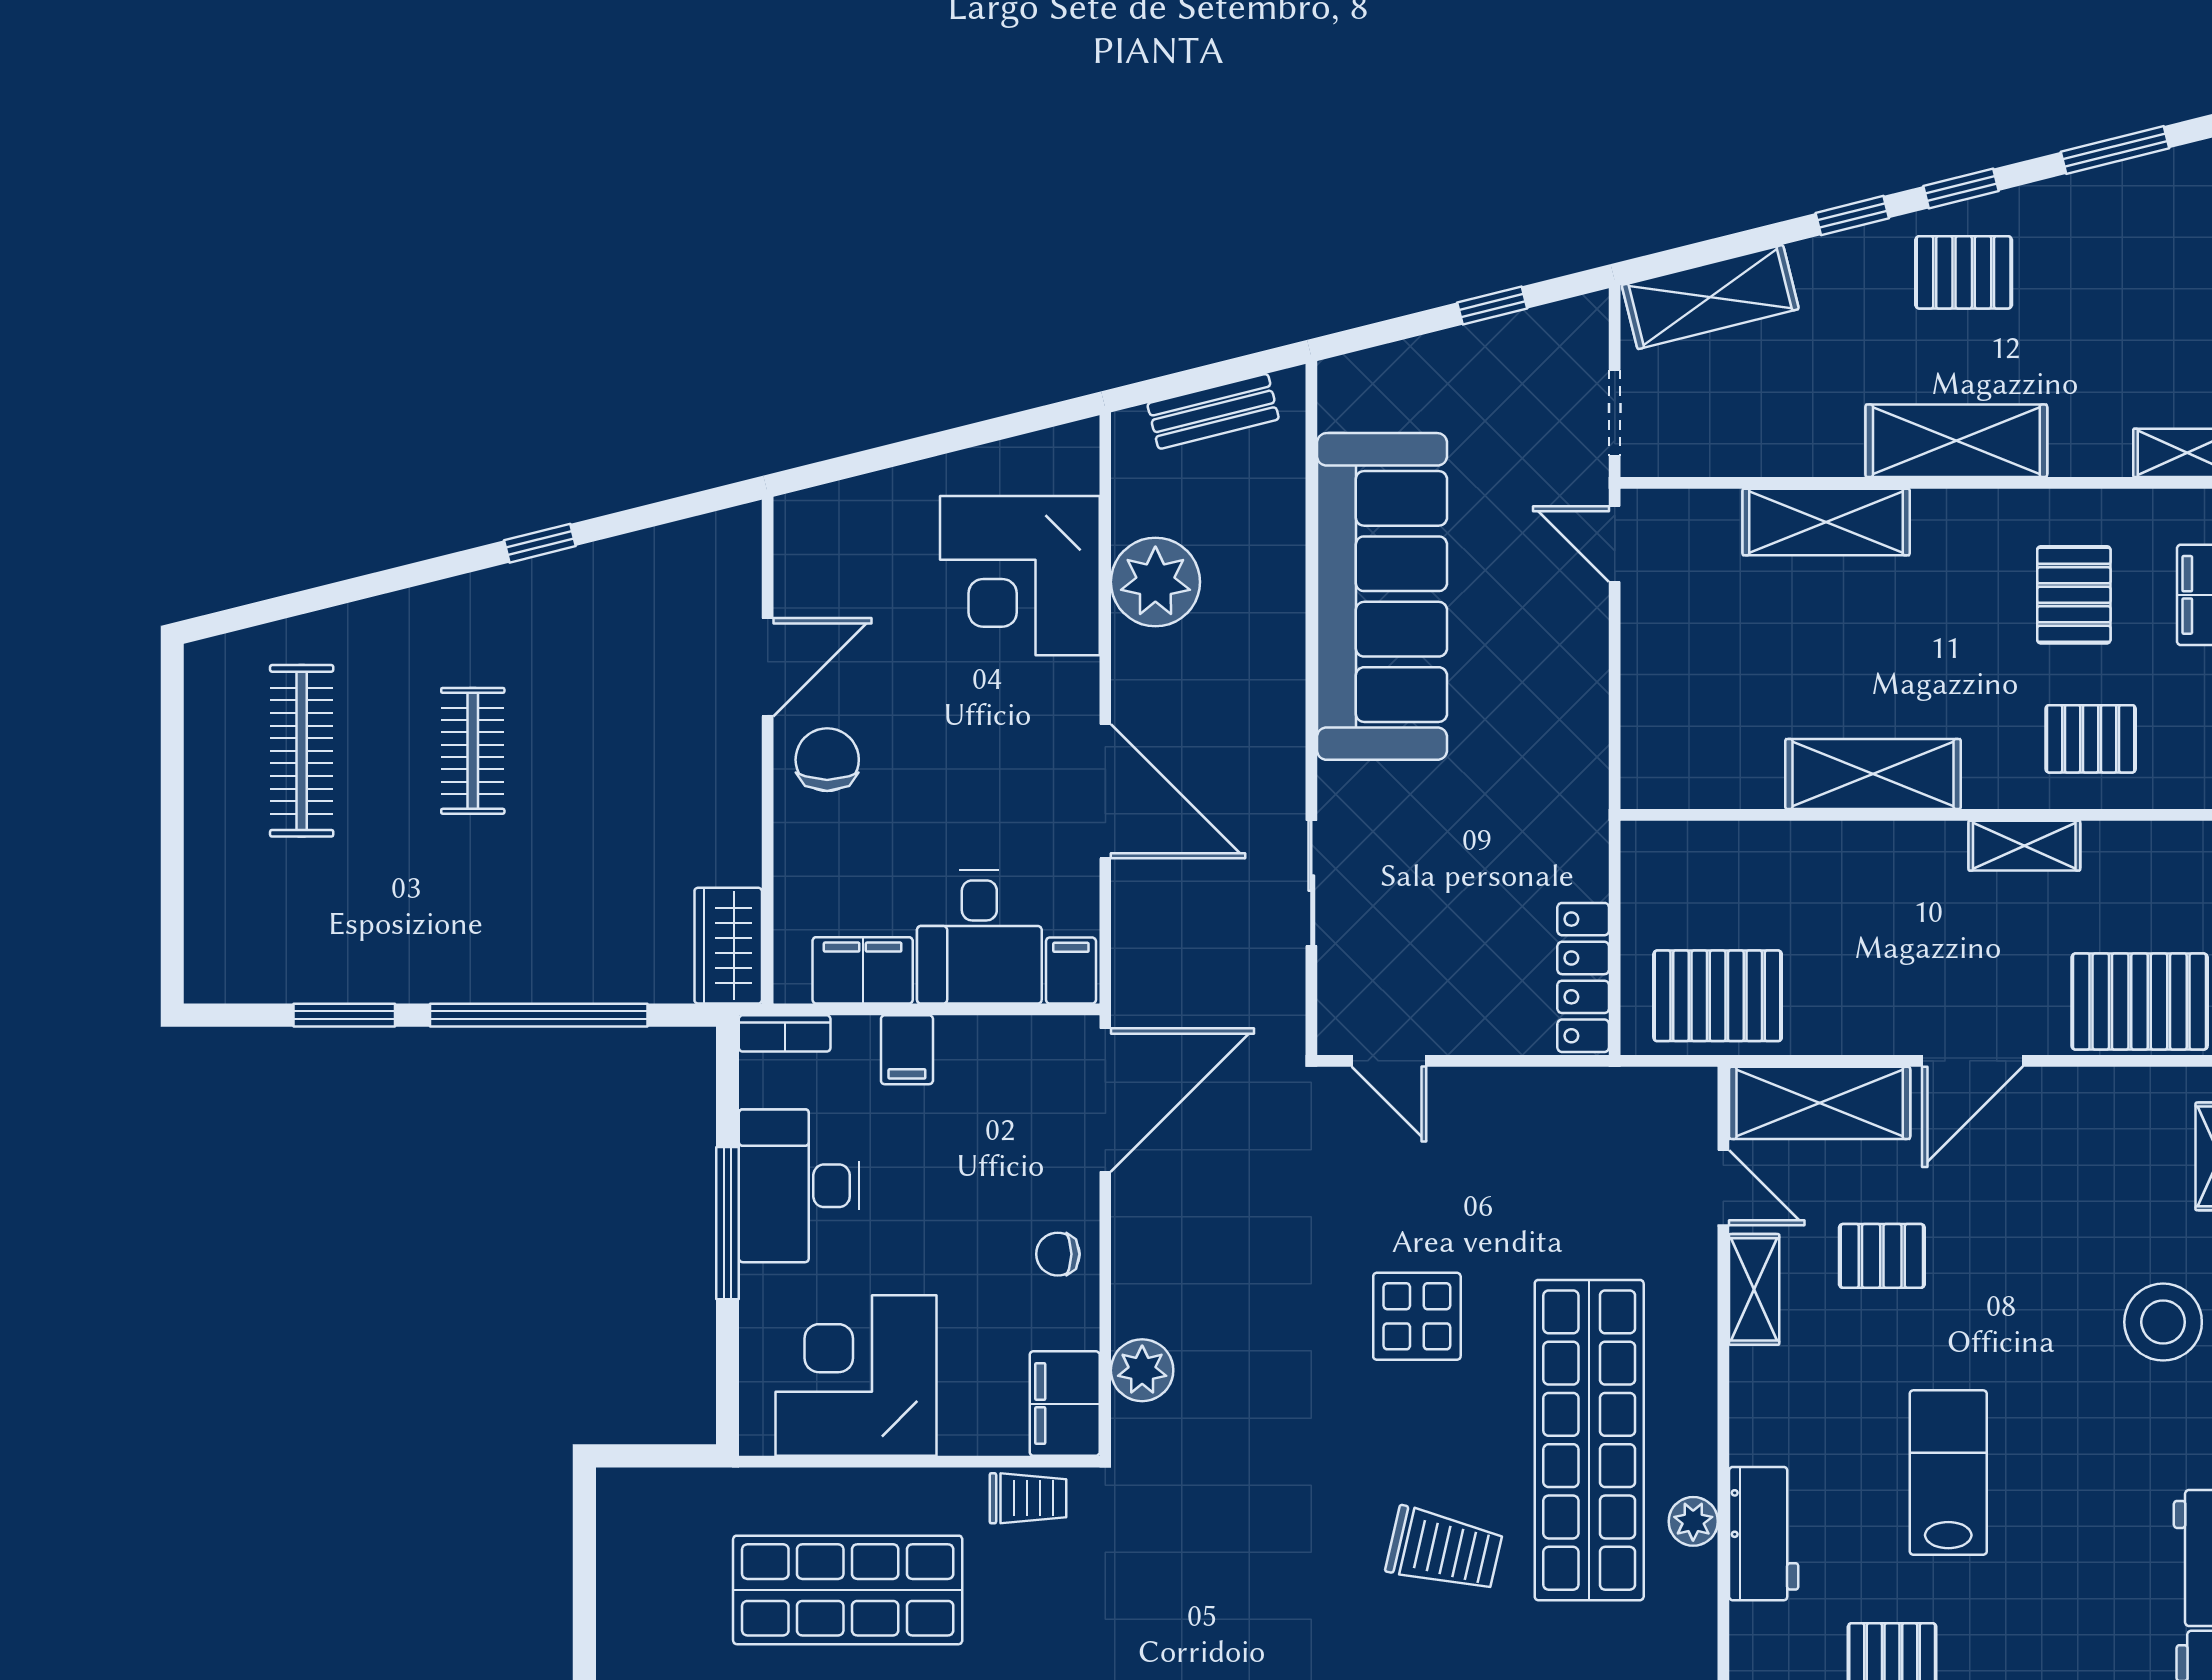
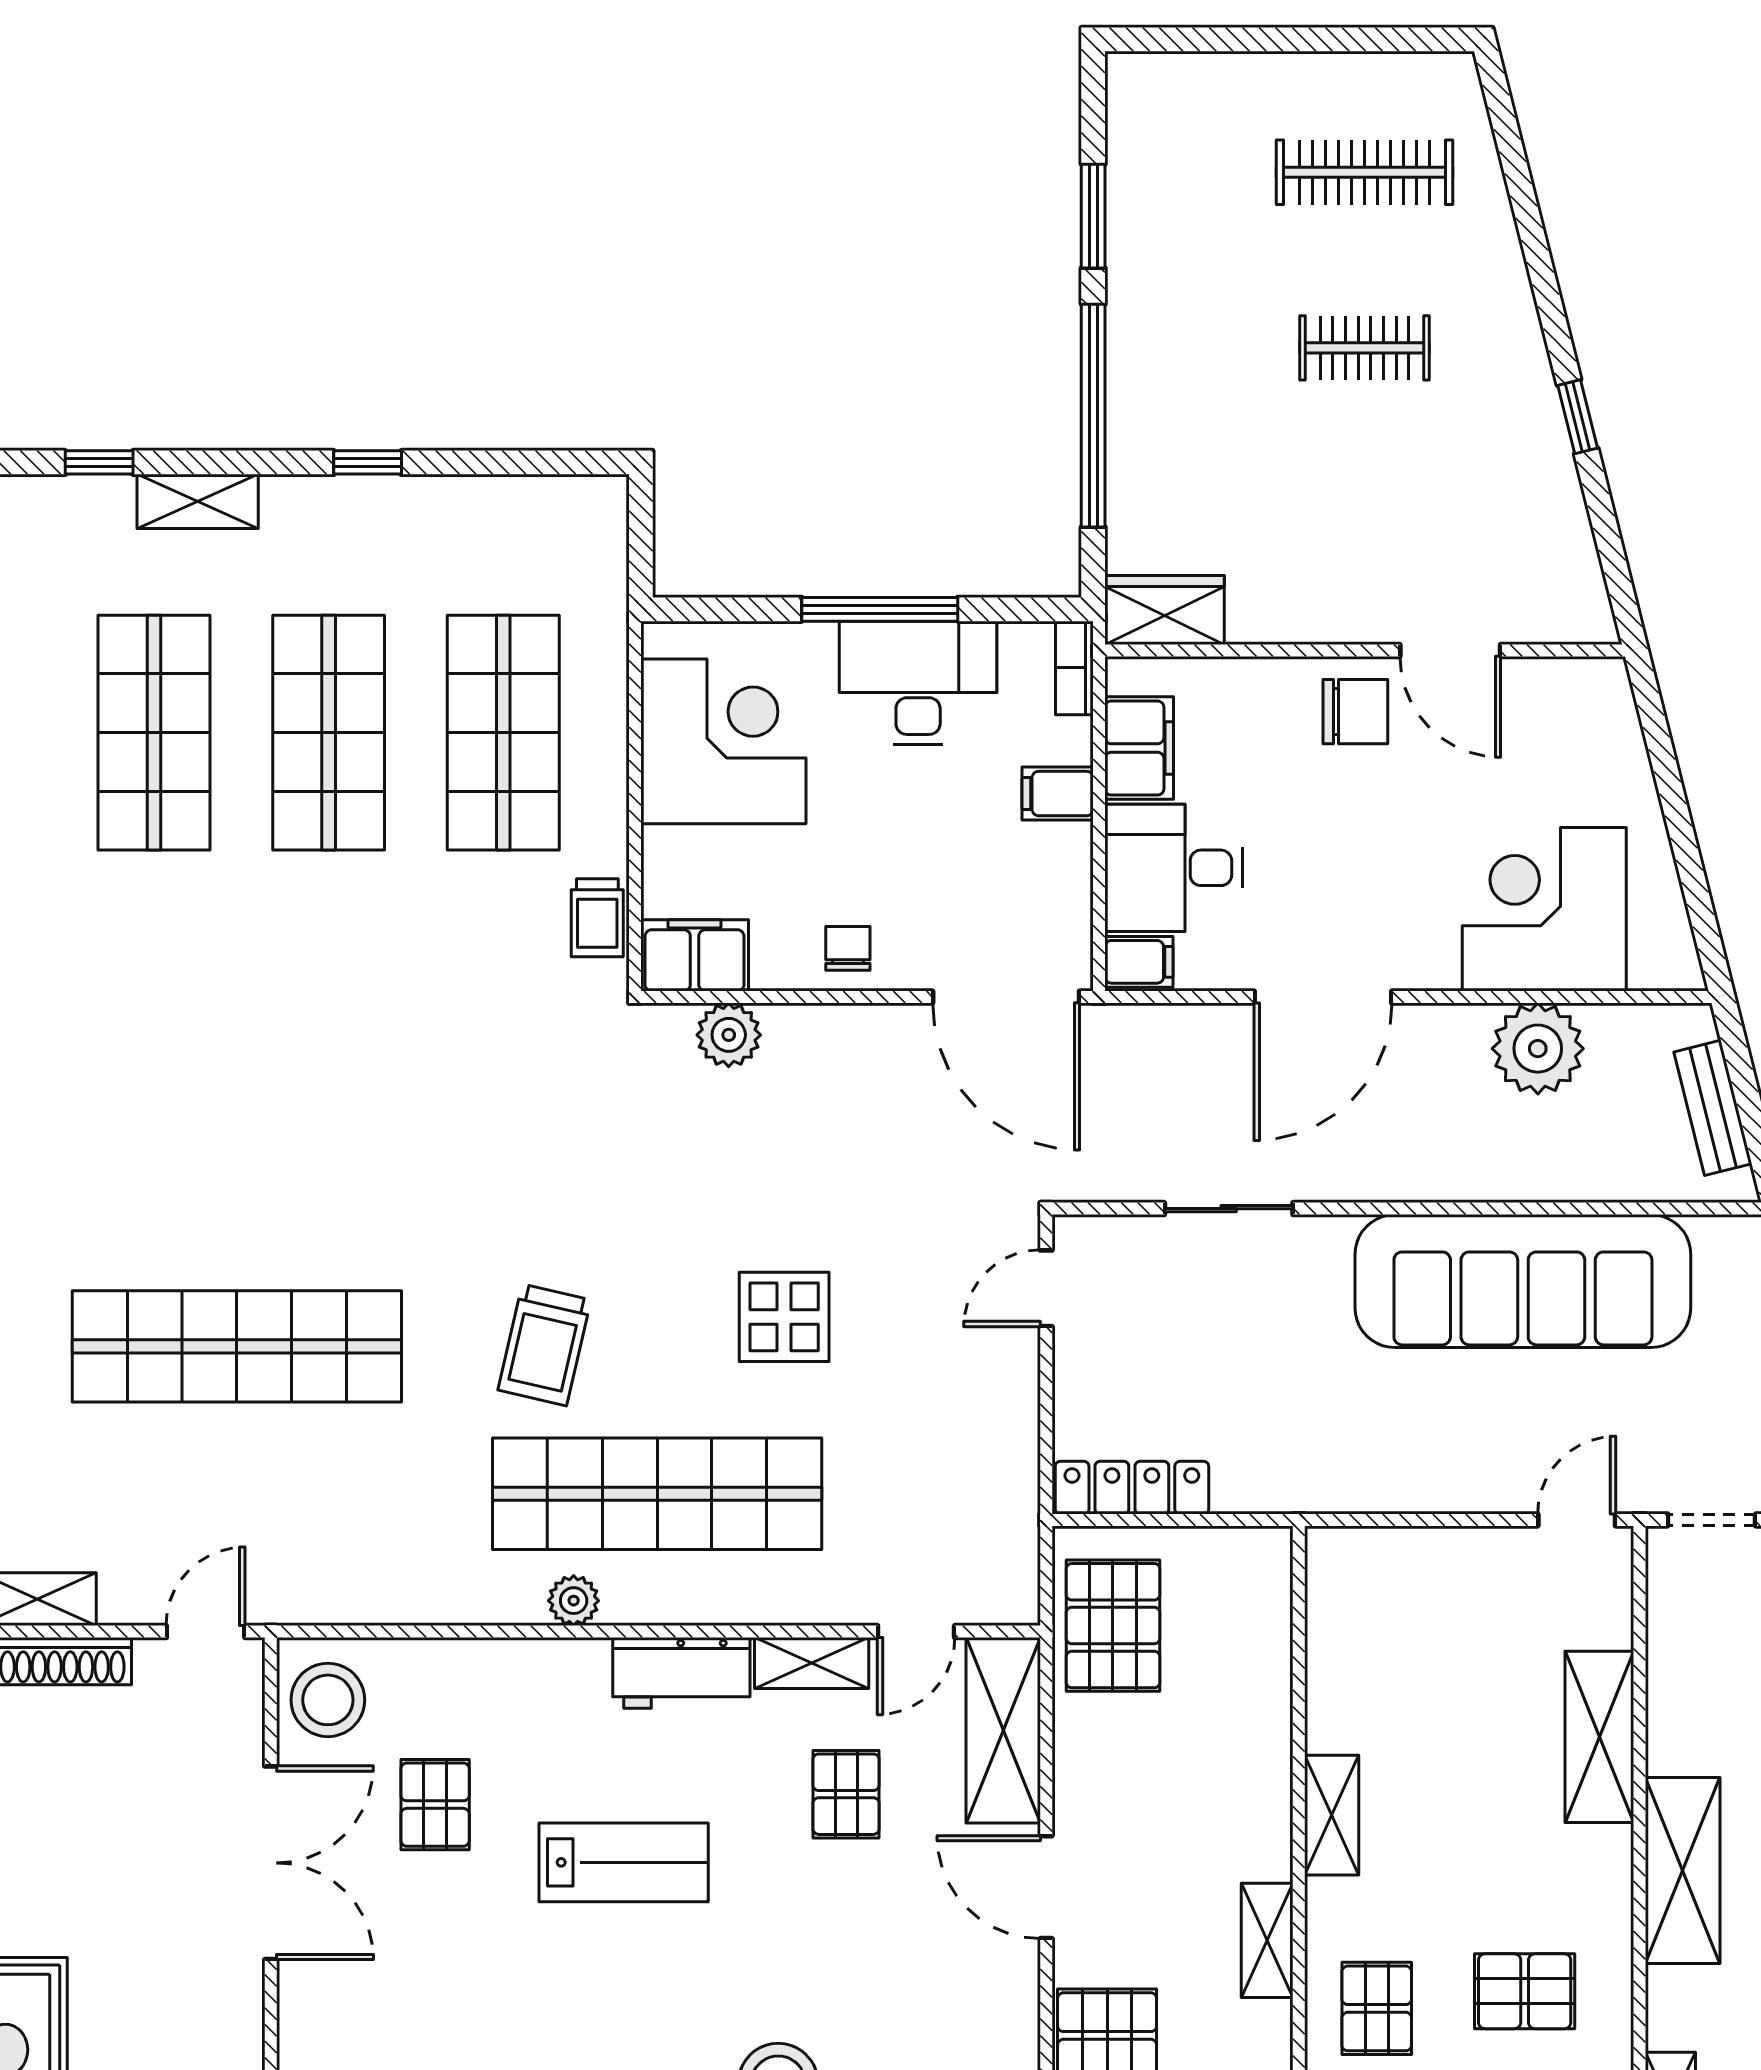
shelving: (1873, 774) -> (1332, 1815), width x0.67, depth x0.75
workbench: (1764, 1534) -> (681, 1673), moved

